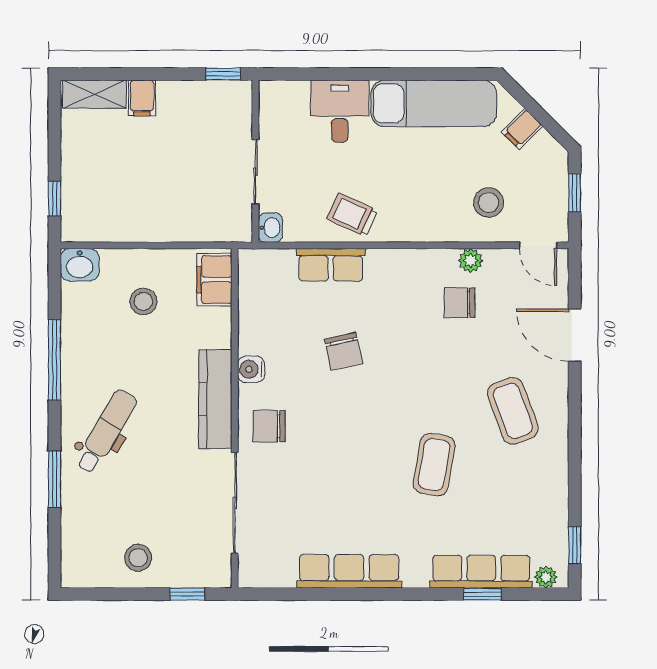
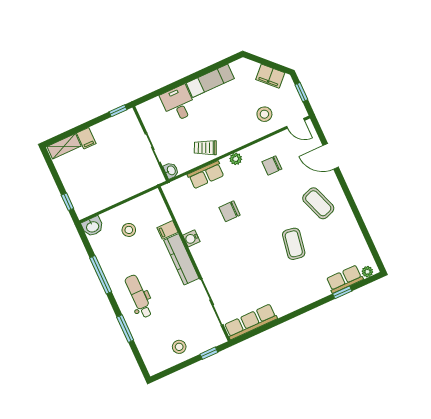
exam couch: (434, 103) -> (210, 81), width x0.73, depth x0.69
filing cabinet: (522, 129) -> (270, 76), width x2.00
plant: (471, 261) -> (236, 159), moved
filing cabinet: (214, 280) -> (168, 230), moved, width x0.50
chair: (344, 351) -> (230, 211), turned 102
chair: (269, 426) -> (211, 260), removed
dental chair: (106, 431) -> (139, 296), turned -30
window: (575, 545) -> (374, 251), removed
row of seats: (349, 571) -> (251, 322), moved
row of seats: (481, 572) -> (345, 279), width x0.68

